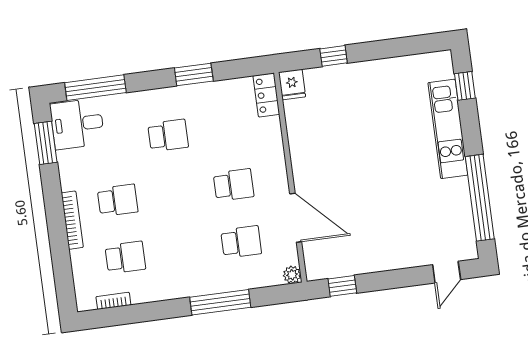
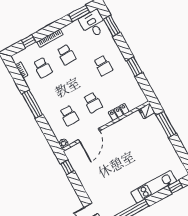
window: (334, 56) -> (166, 124), width x2.17
window: (95, 88) -> (112, 26), width x0.69
locker: (266, 95) -> (119, 112), moved
window: (62, 265) -> (29, 41), added
window: (220, 302) -> (32, 104), moved

